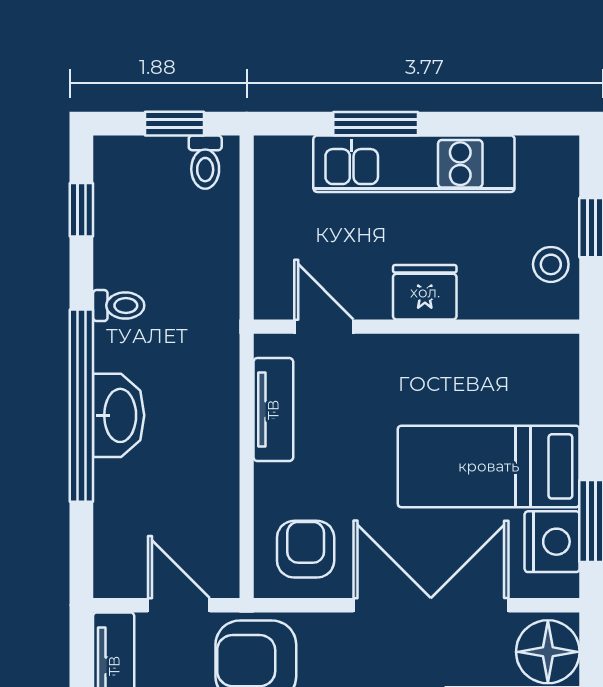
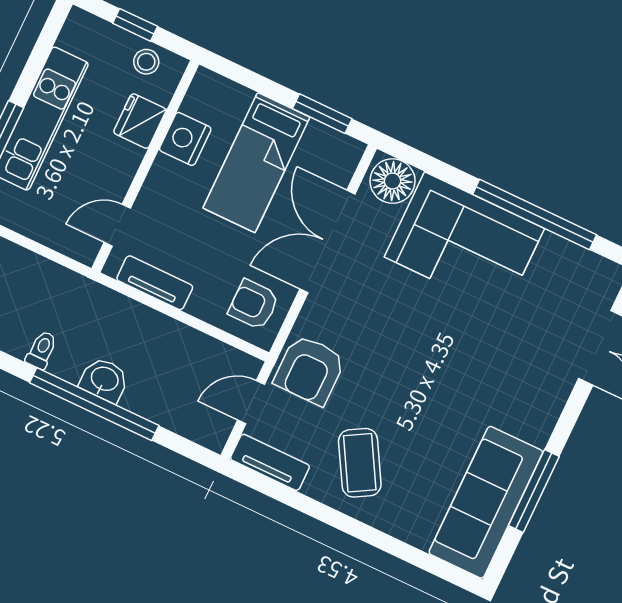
fridge: (425, 292) -> (140, 121), moved
washbasin: (119, 415) -> (104, 380), width x0.72
nightstand: (552, 542) -> (185, 139), moved, turned -90

